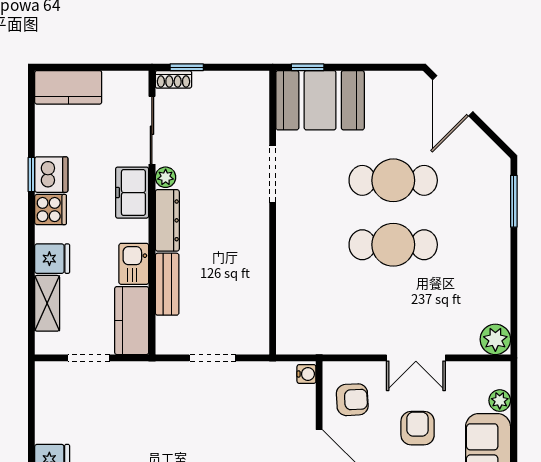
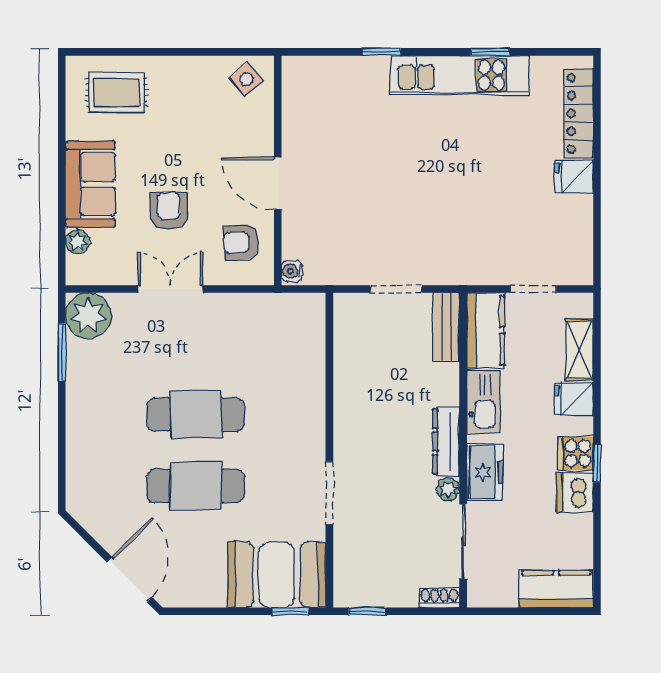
window: (187, 67) -> (367, 611), moved
window: (31, 175) -> (597, 463), moved
window: (514, 201) -> (62, 352), moved
kitchen sink: (134, 264) -> (483, 402), width x1.38
bench: (167, 284) -> (446, 327), moved
plant: (495, 339) -> (88, 316), width x1.36, depth x1.36
armchair: (418, 428) -> (169, 211), turned 180

